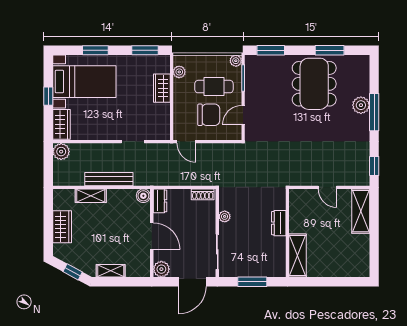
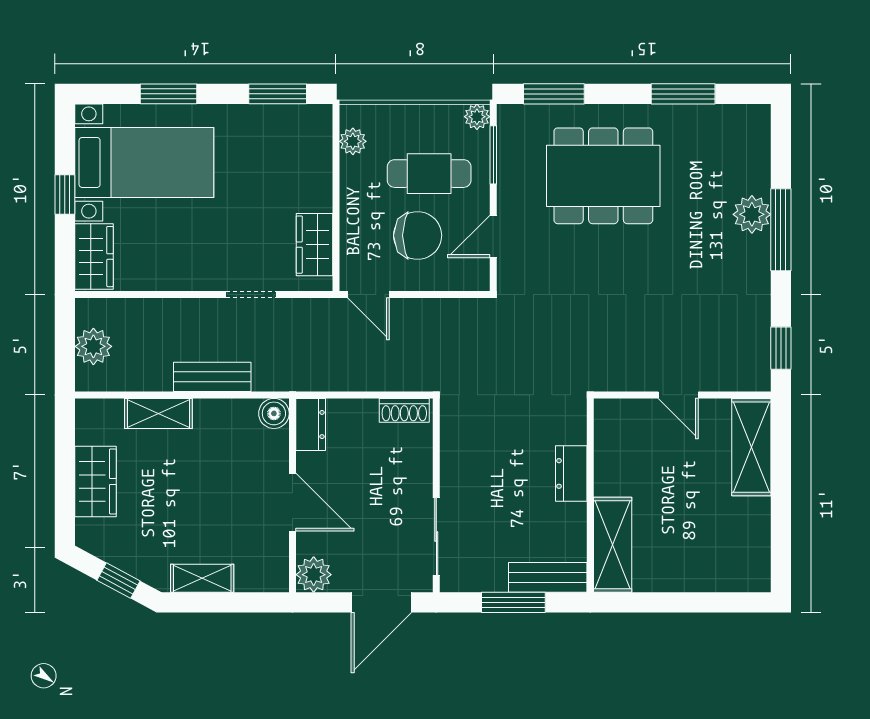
dining table: (314, 84) -> (603, 176), moved, turned 90
wardrobe: (162, 88) -> (314, 245), moved
plant: (61, 152) -> (93, 346), moved
bench: (109, 179) -> (212, 377), width x0.73
plant: (225, 216) -> (452, 459), removed
bench: (268, 270) -> (548, 577), added

